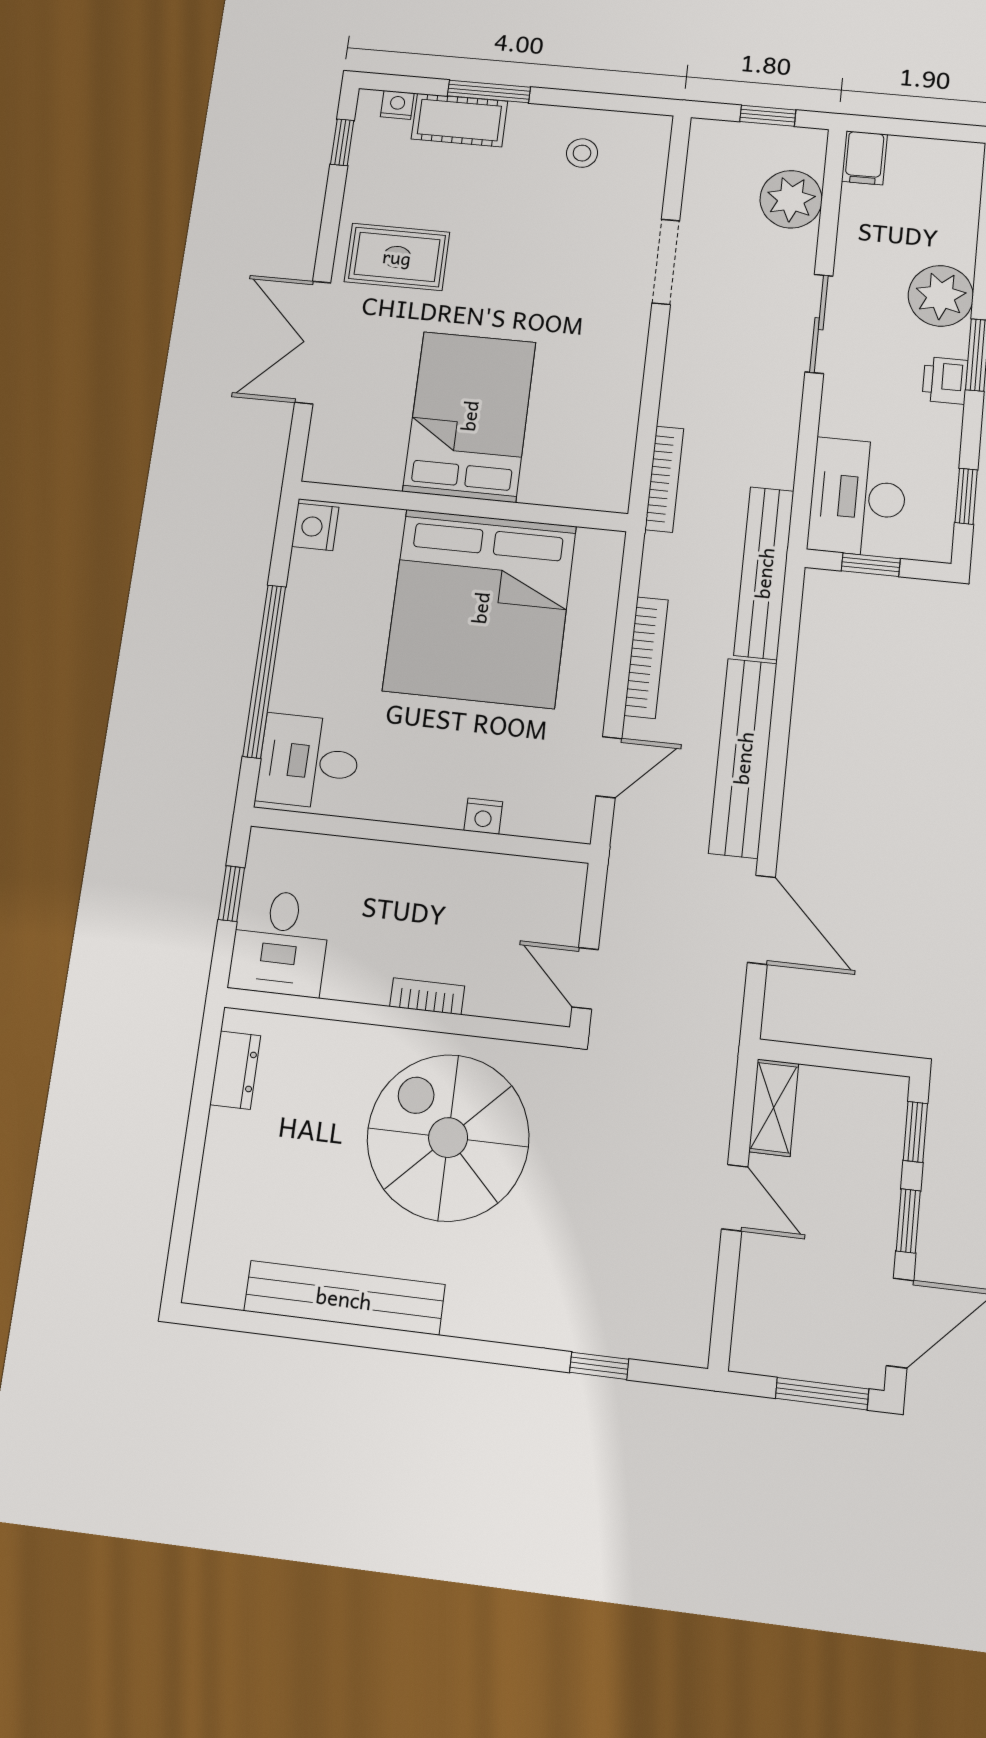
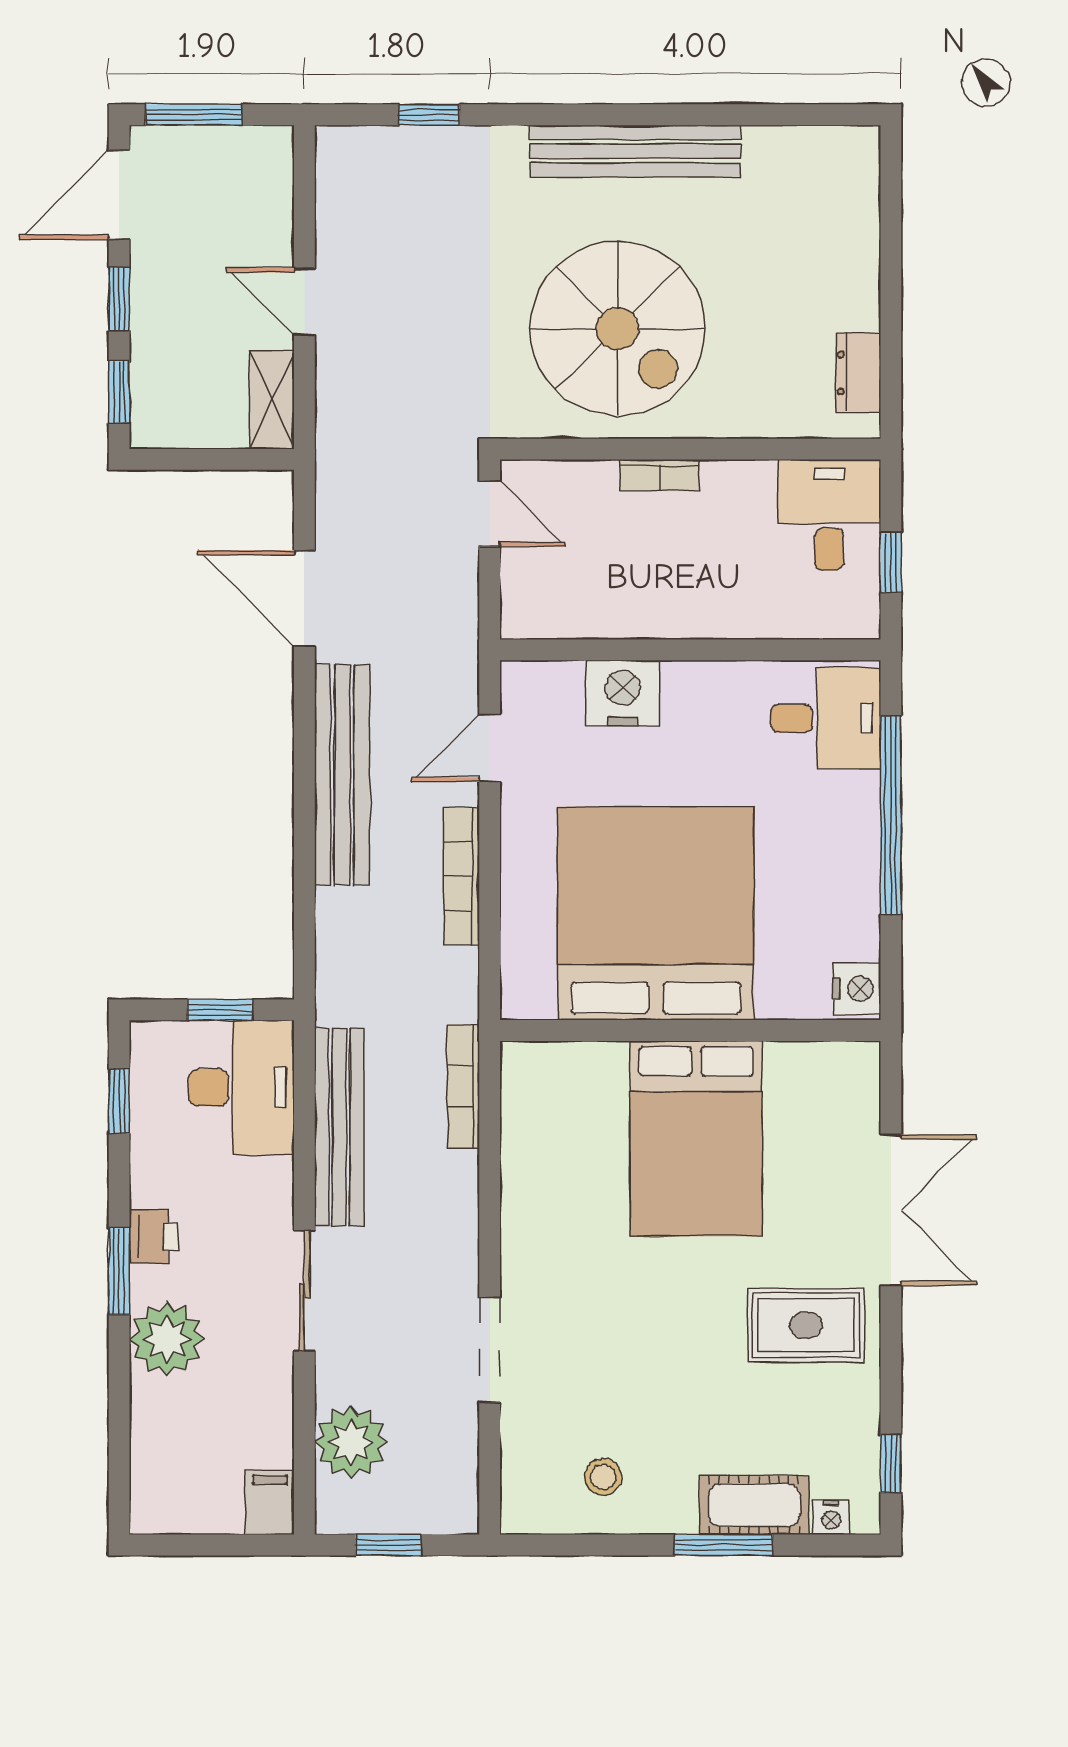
bench: (764, 573) -> (339, 1127), moved
nightstand: (483, 816) -> (623, 693), width x1.89, depth x1.79
bench: (344, 1298) -> (635, 151), moved

